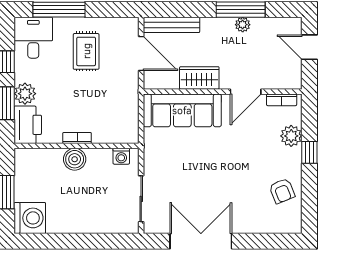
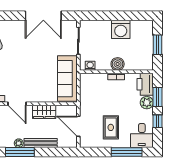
bench: (171, 25) -> (41, 143), moved
door: (246, 92) -> (17, 104), swing flipped
sofa: (182, 110) -> (67, 79), moved, turned -90
washing machine: (30, 218) -> (121, 29), moved, turned -90

